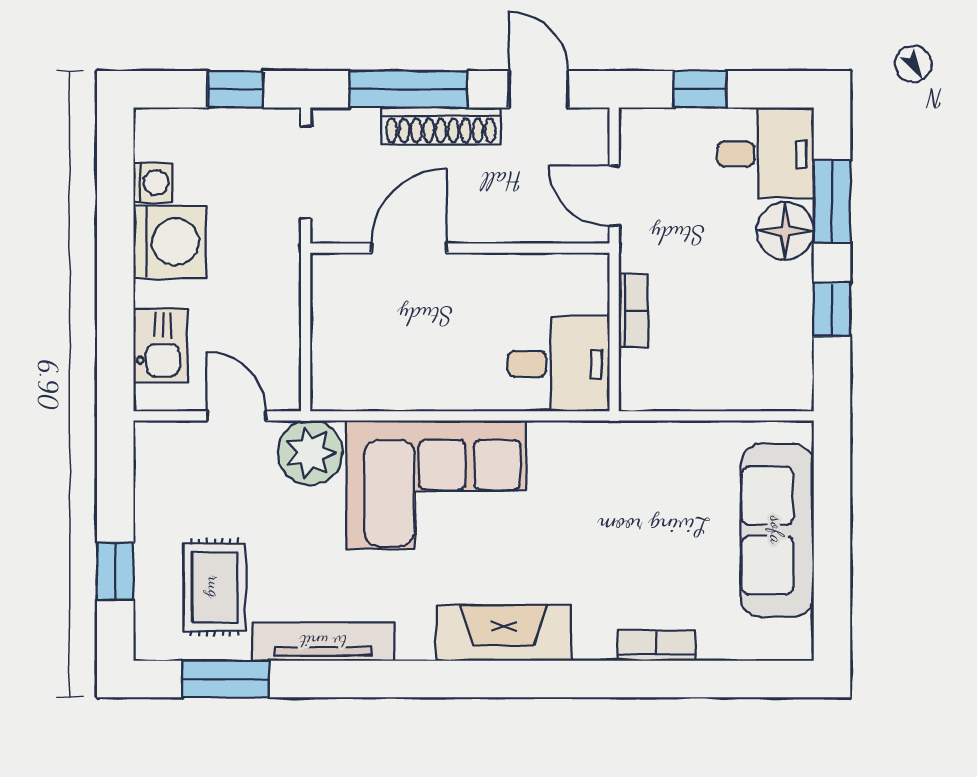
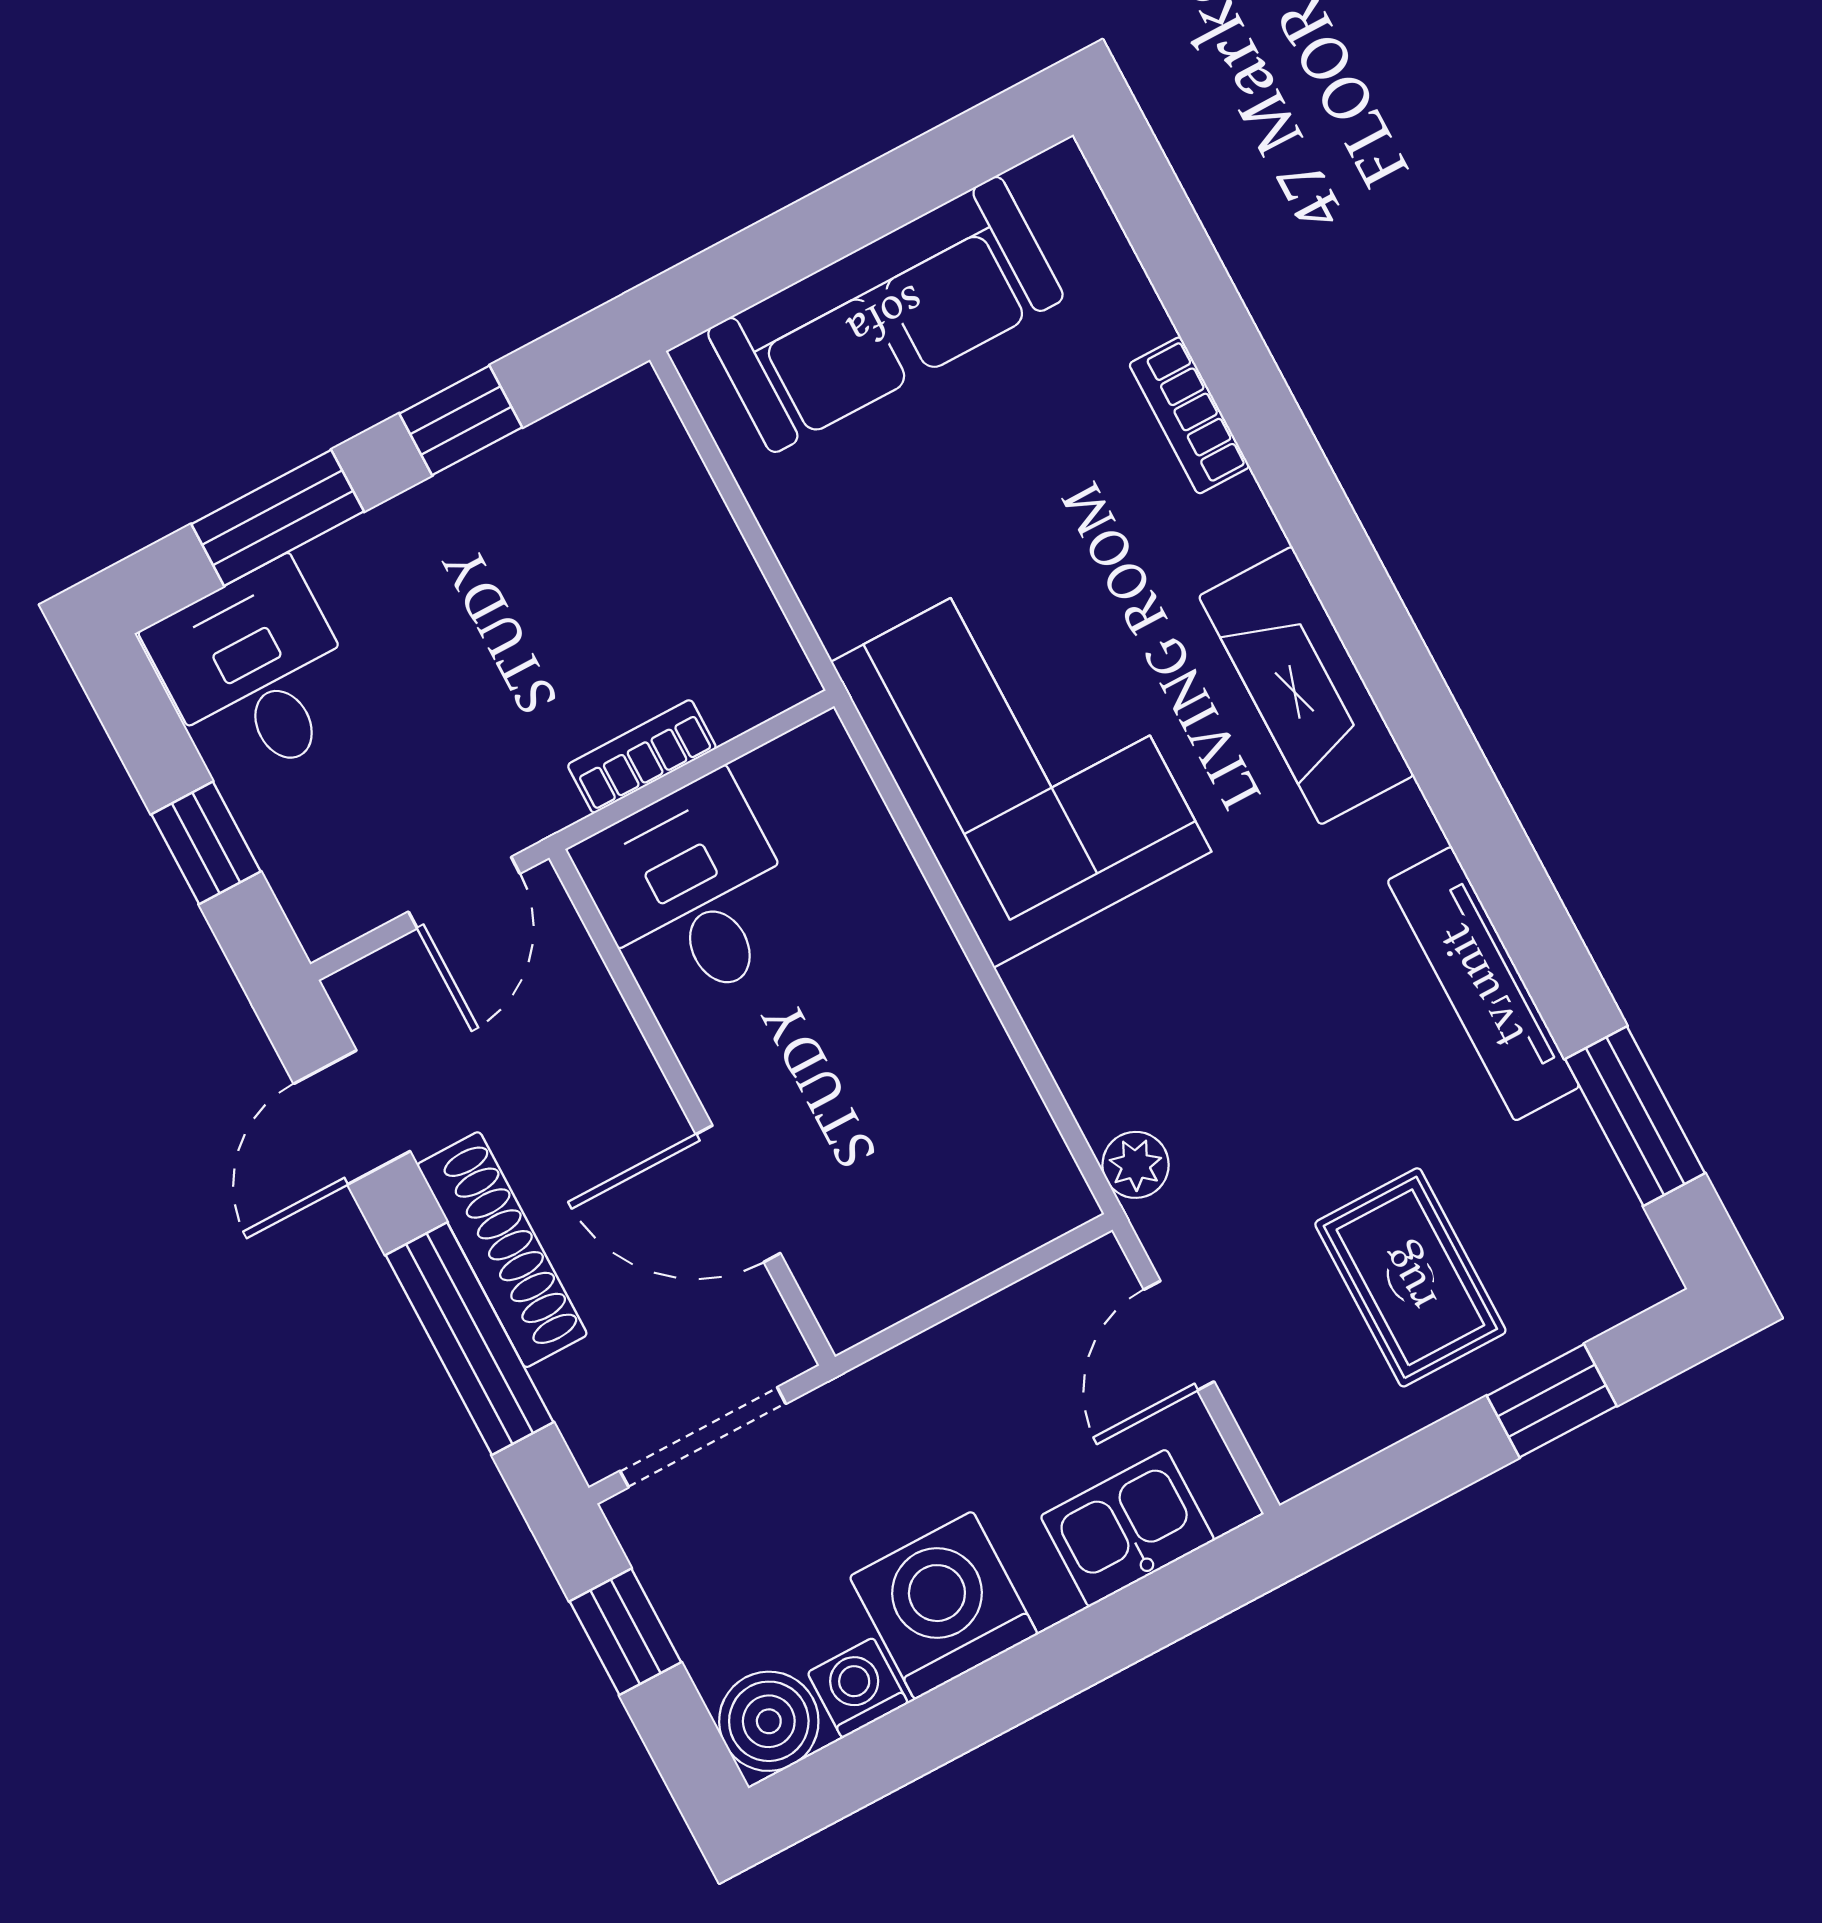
boiler: (159, 133) -> (769, 1721), added
floor lamp: (785, 231) -> (370, 571), removed
desk: (559, 364) -> (691, 893), moved
plant: (310, 453) -> (1136, 1165), width x0.53, depth x0.53
corner sofa: (436, 485) -> (1021, 757), moved
rug: (215, 587) -> (1410, 1277), moved, turned 90

